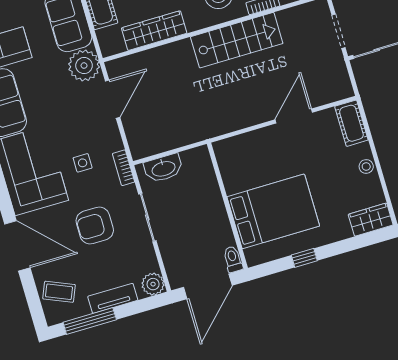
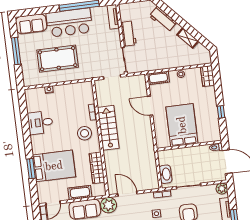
bed: (273, 211) -> (182, 125), moved

